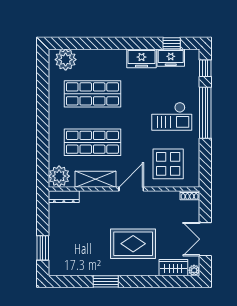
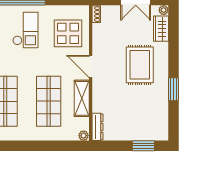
plant: (59, 176) -> (84, 136), width x0.53, depth x0.53

